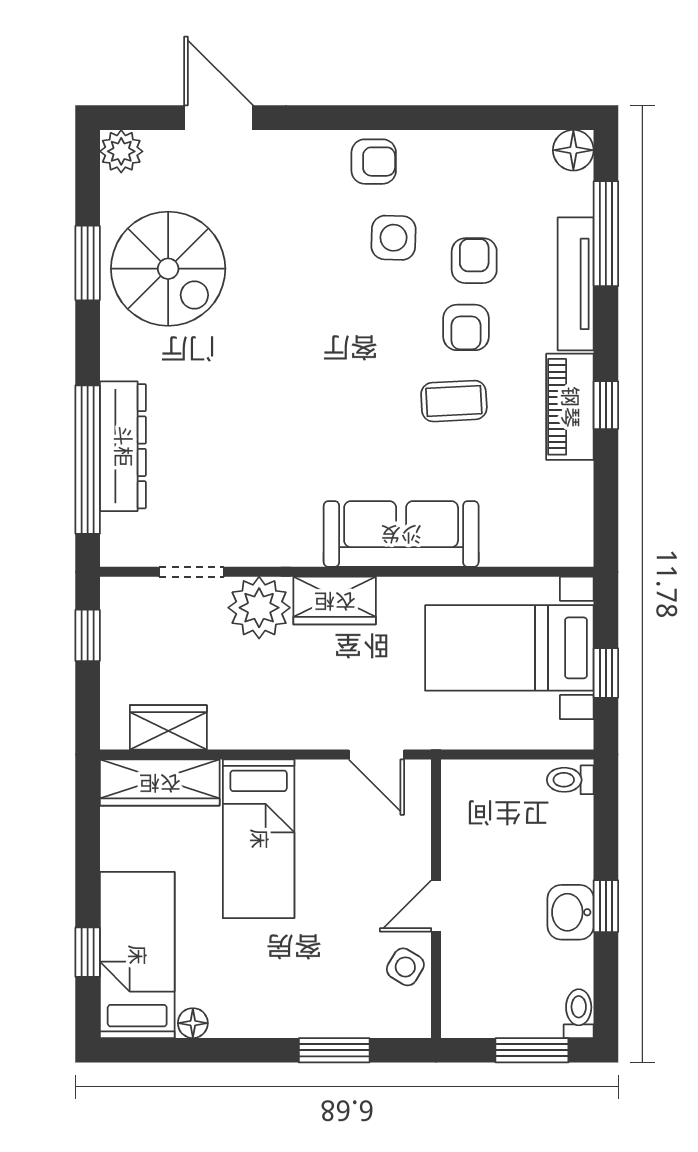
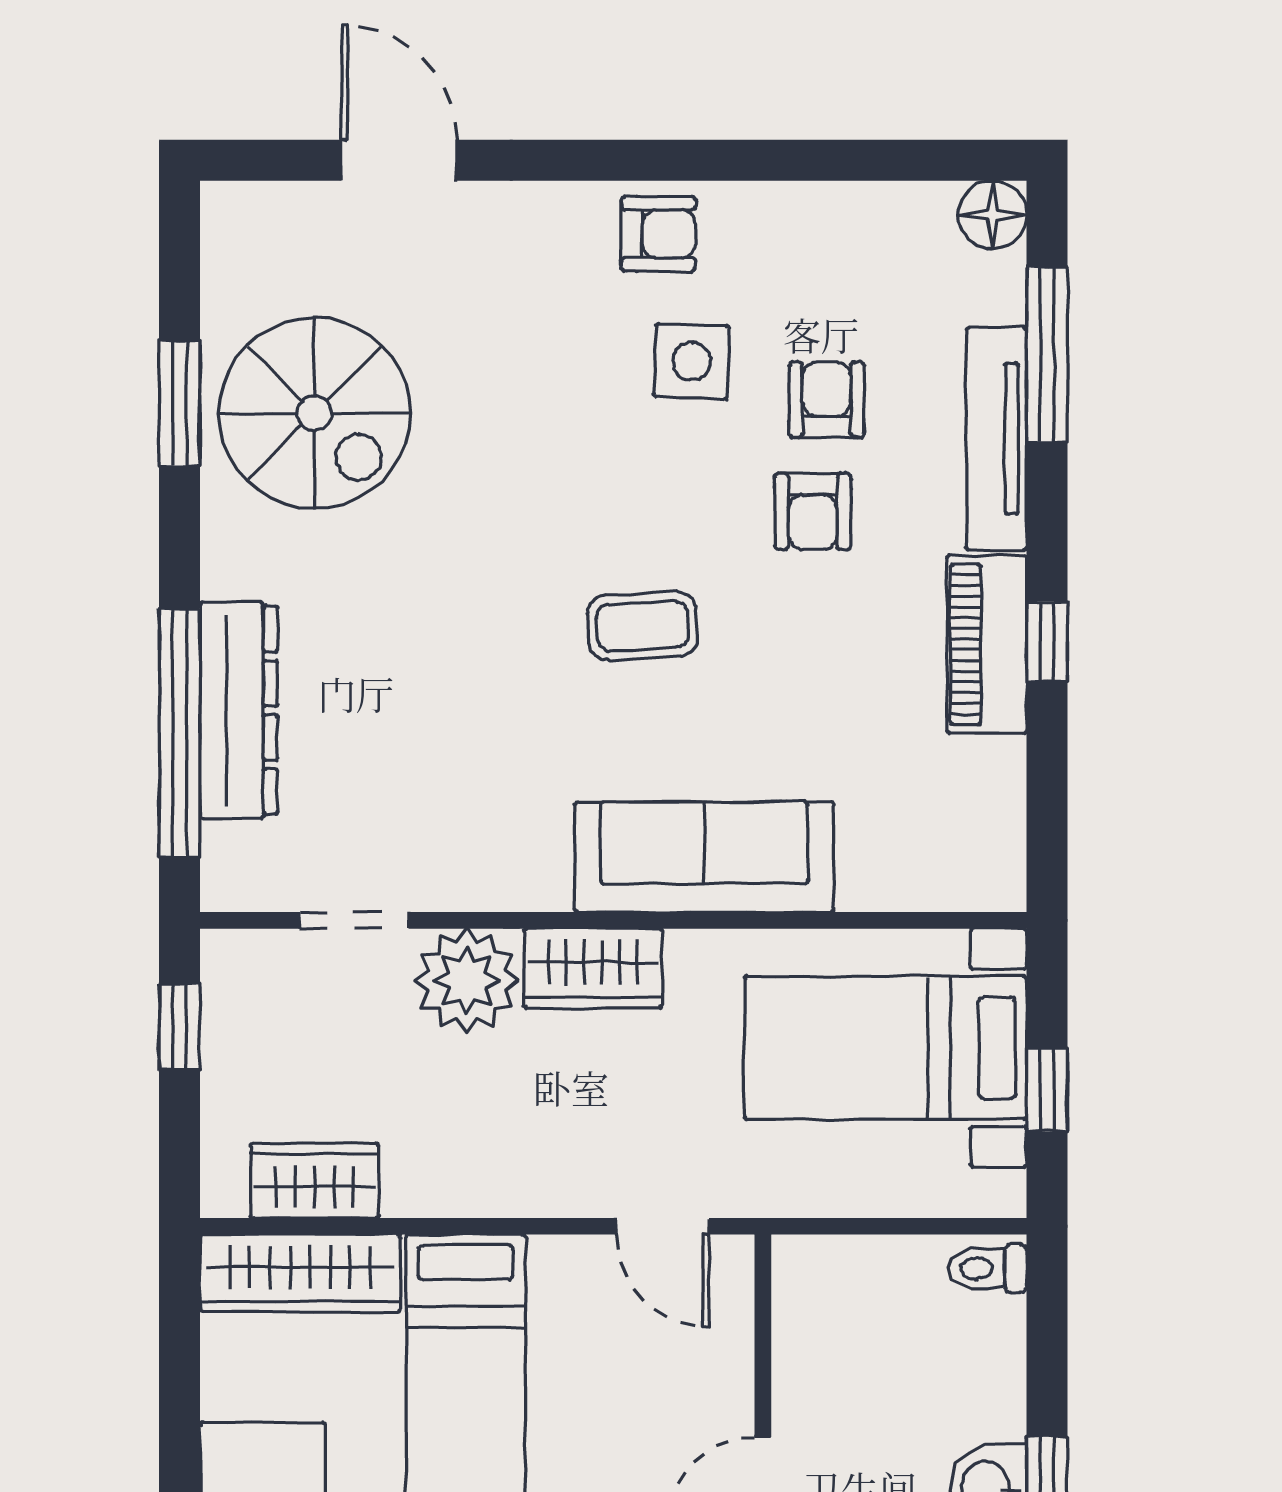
plant: (121, 151) -> (236, 217), removed
coffee table: (454, 401) -> (643, 626), moved

